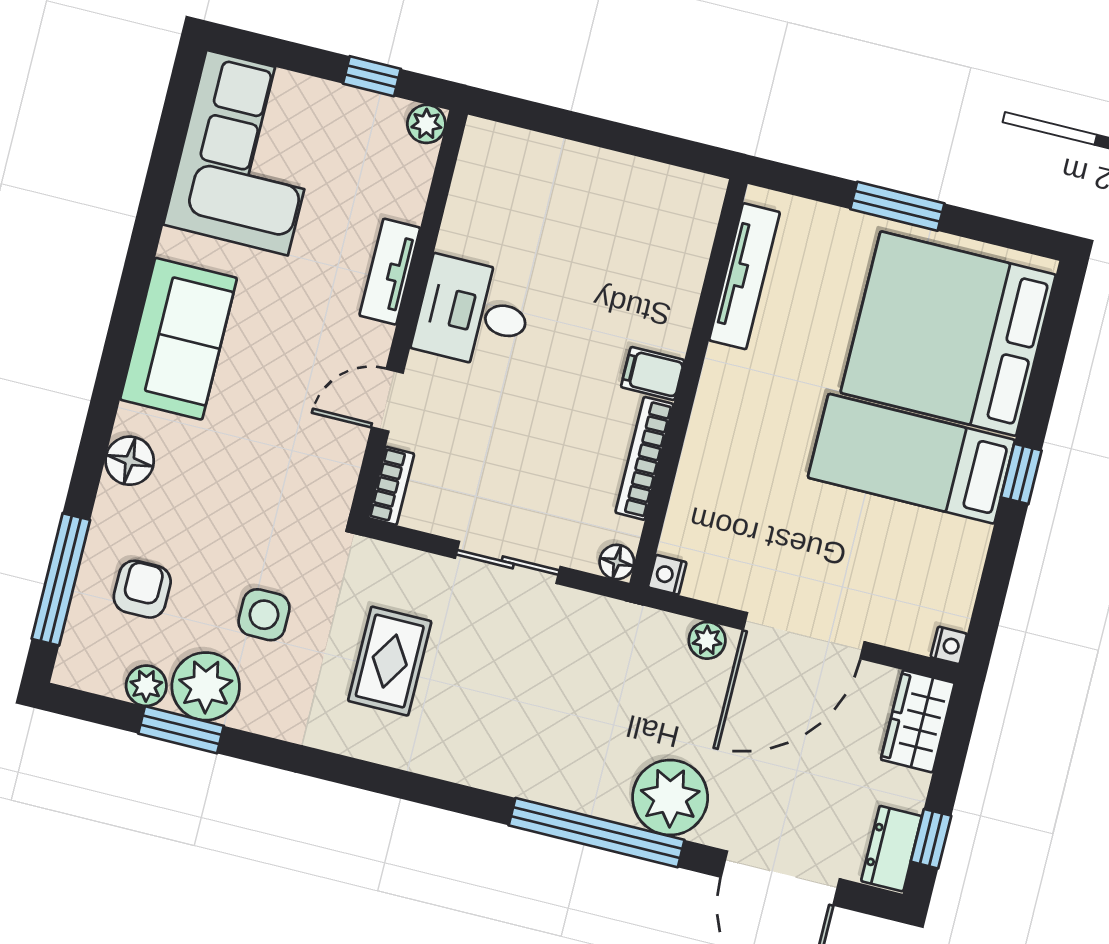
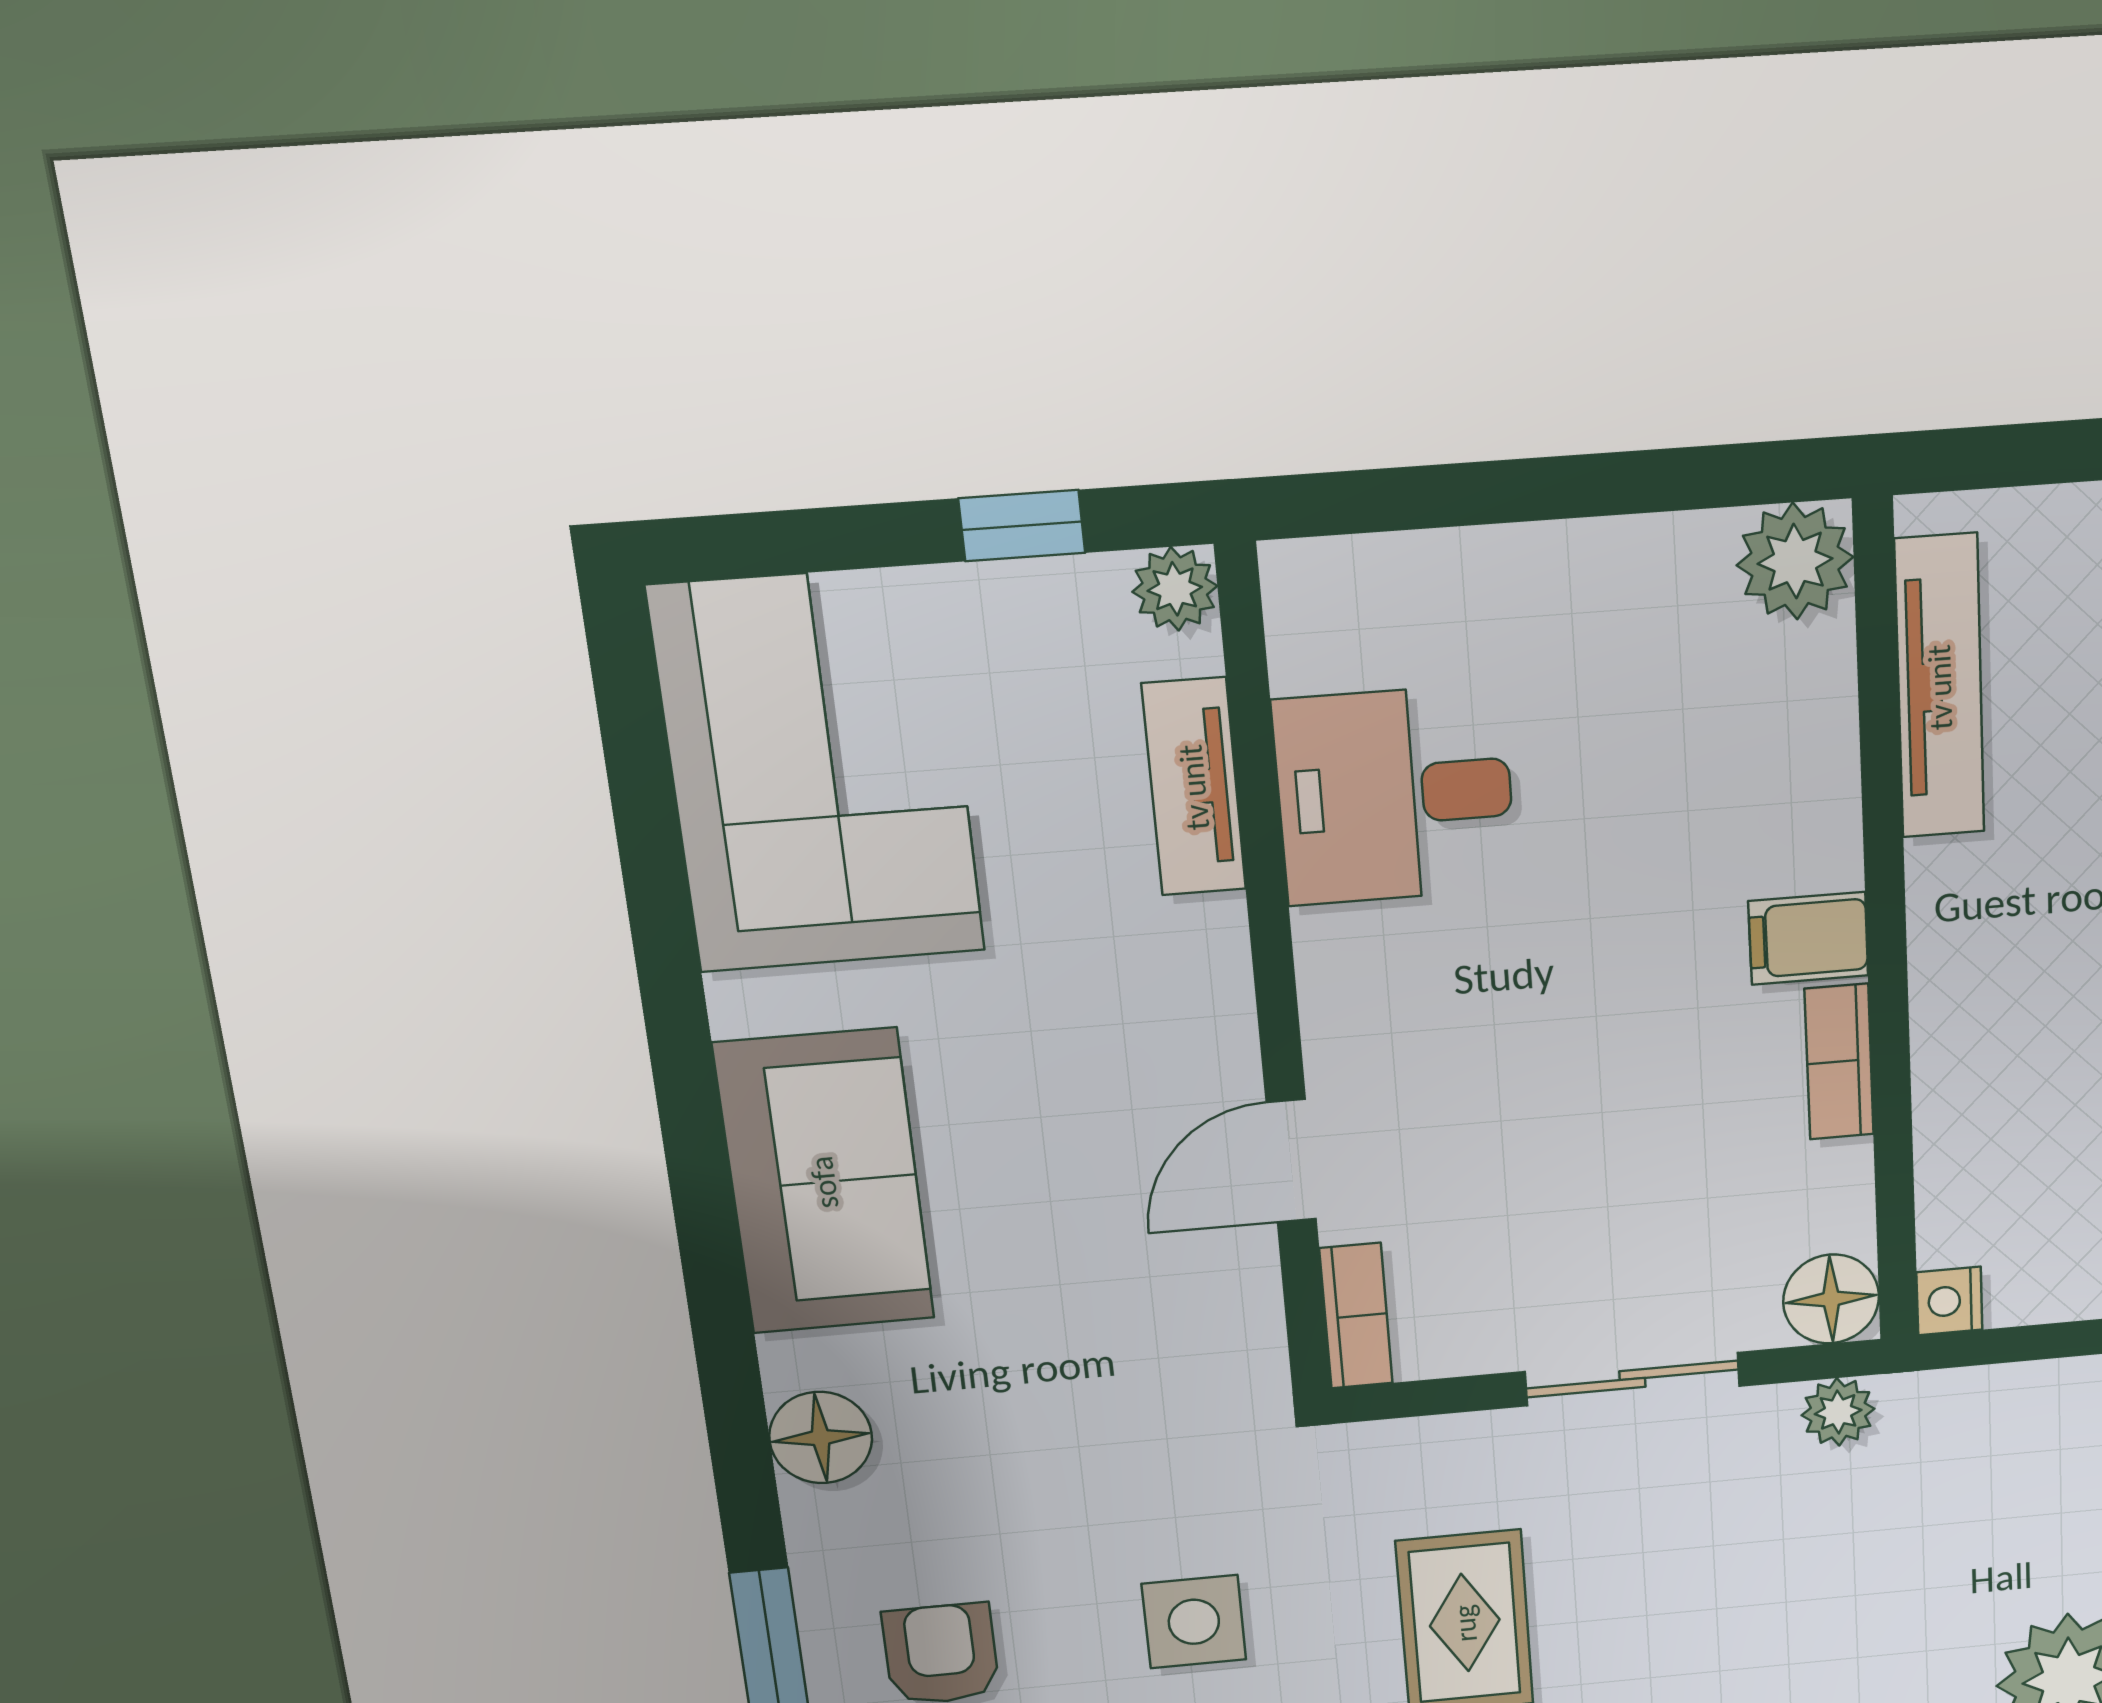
plant: (697, 199) -> (1795, 561), added
tv unit: (390, 272) -> (1194, 787), moved
desk: (473, 313) -> (1395, 795), moved
bookcase: (644, 458) -> (1839, 1062), width x0.64
floor lamp: (617, 562) -> (1831, 1299), width x1.37, depth x1.37
plant: (707, 640) -> (1838, 1412), moved

